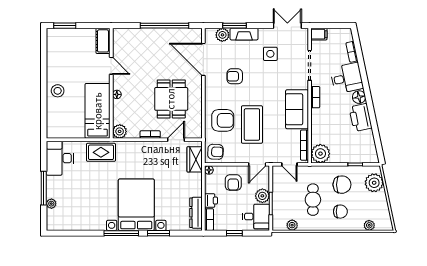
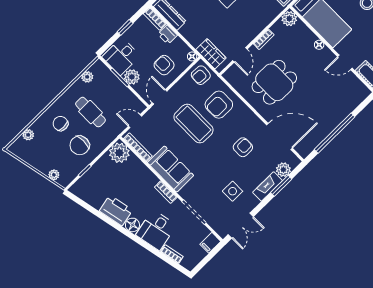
dining table: (171, 99) -> (274, 82), turned 90
plant: (374, 183) -> (54, 175), width x0.53, depth x0.53
chair: (340, 212) -> (61, 124), turned 90

